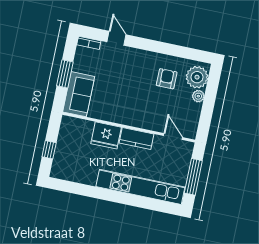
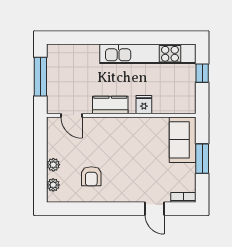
plant: (197, 77) -> (53, 185), width x0.53, depth x0.53
fridge: (106, 135) -> (144, 105), width x0.53, depth x0.75
kitchen unit: (140, 187) -> (148, 54), moved

